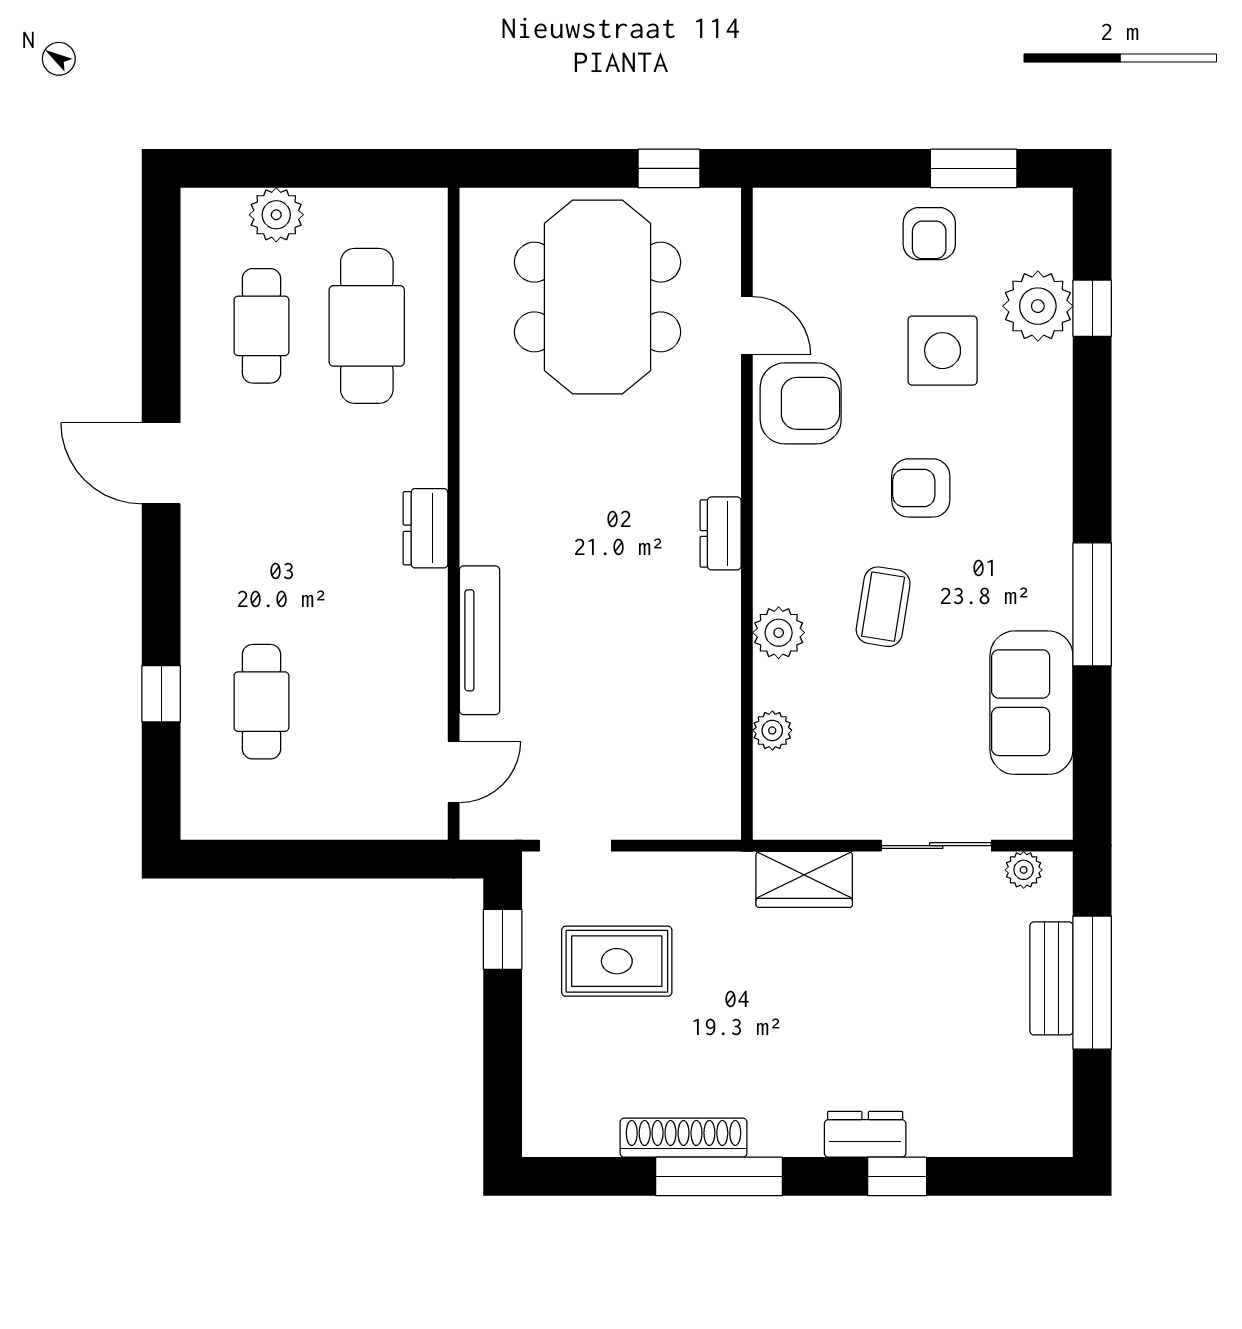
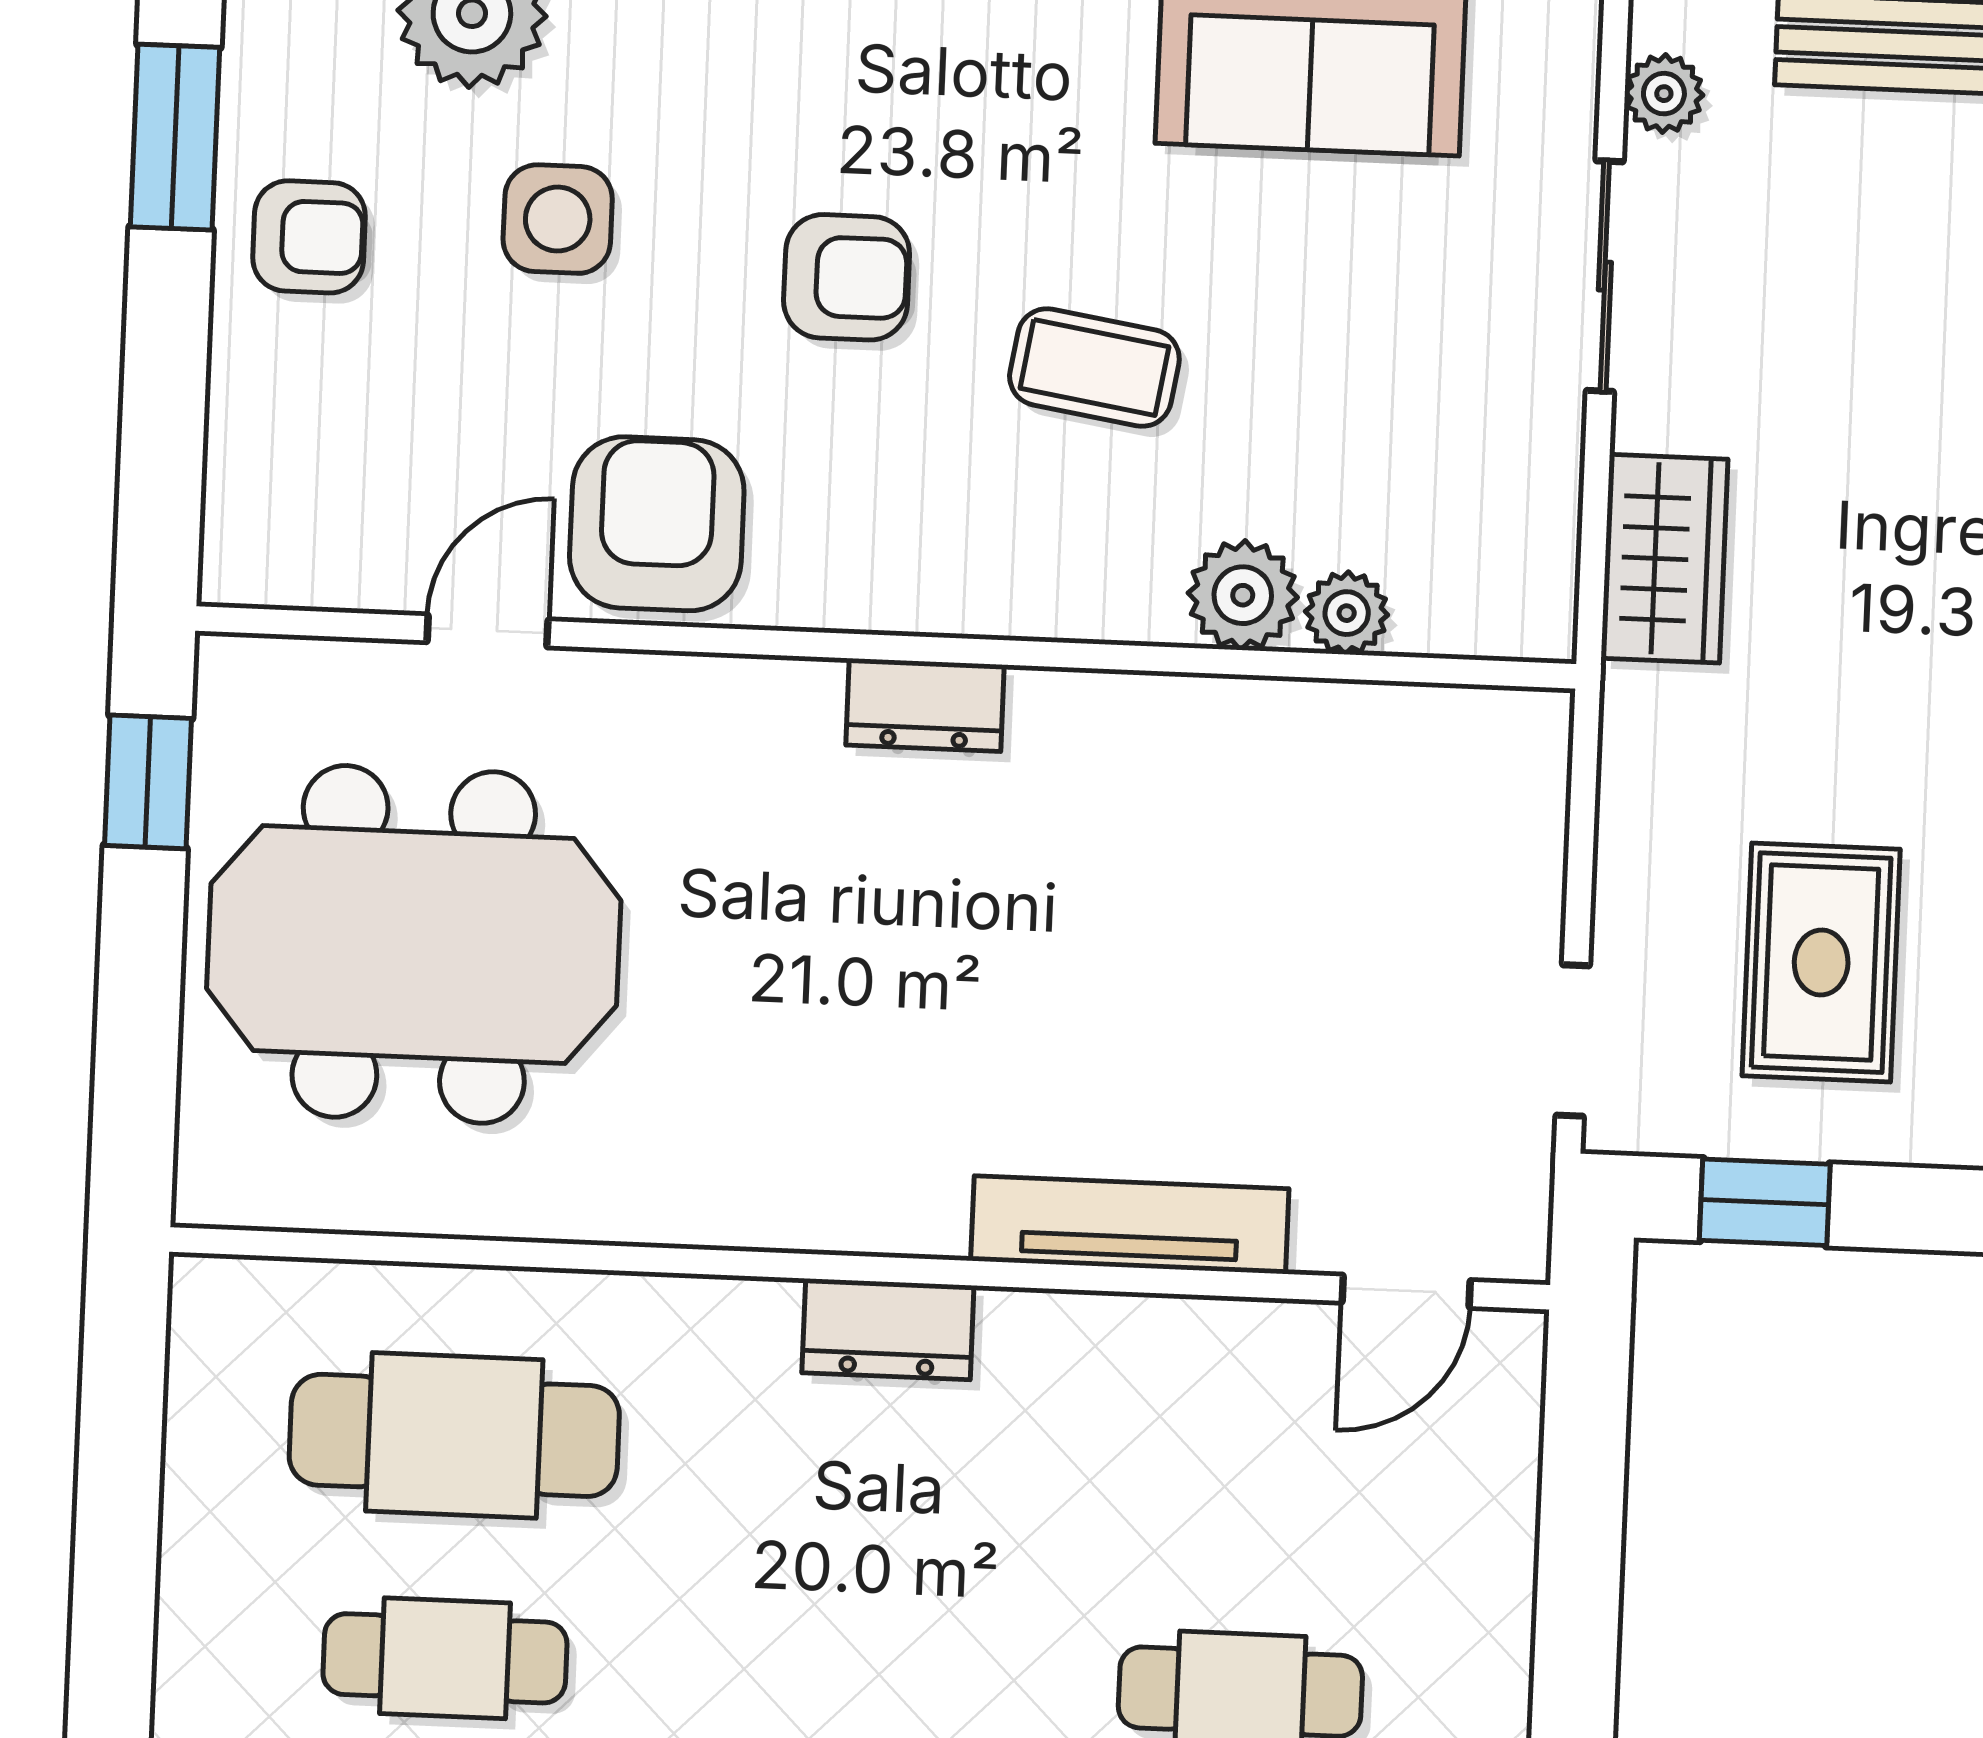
plant: (276, 215) -> (211, 1617), removed
side table: (943, 351) -> (558, 219), width x0.73, depth x0.73
armchair: (921, 488) -> (847, 277), turned -90
plant: (779, 633) -> (1243, 595), moved
door: (454, 772) -> (1406, 1291), swing flipped

